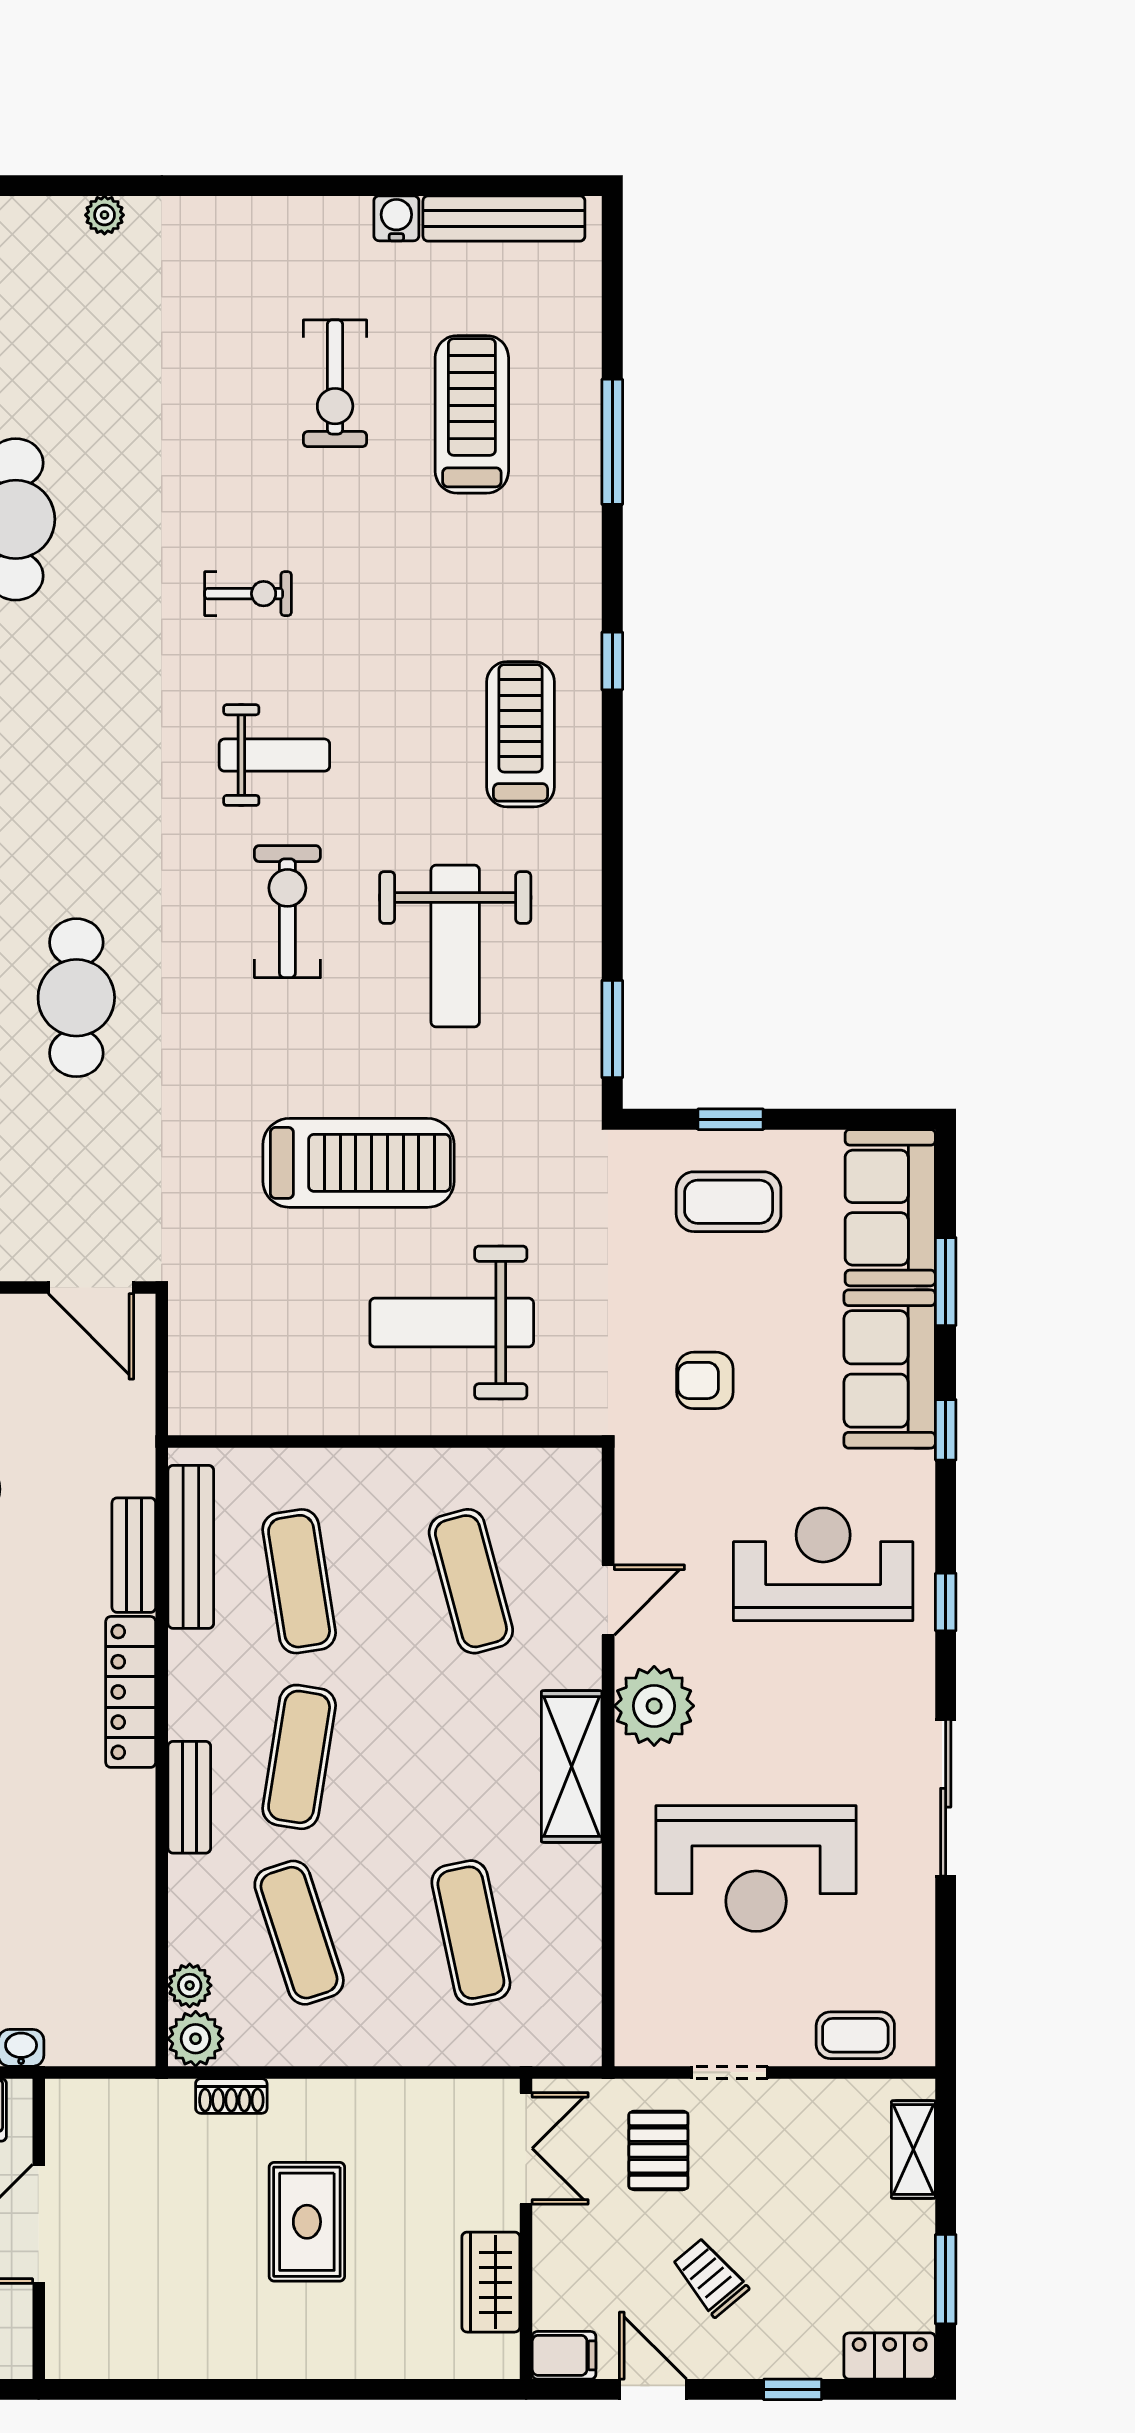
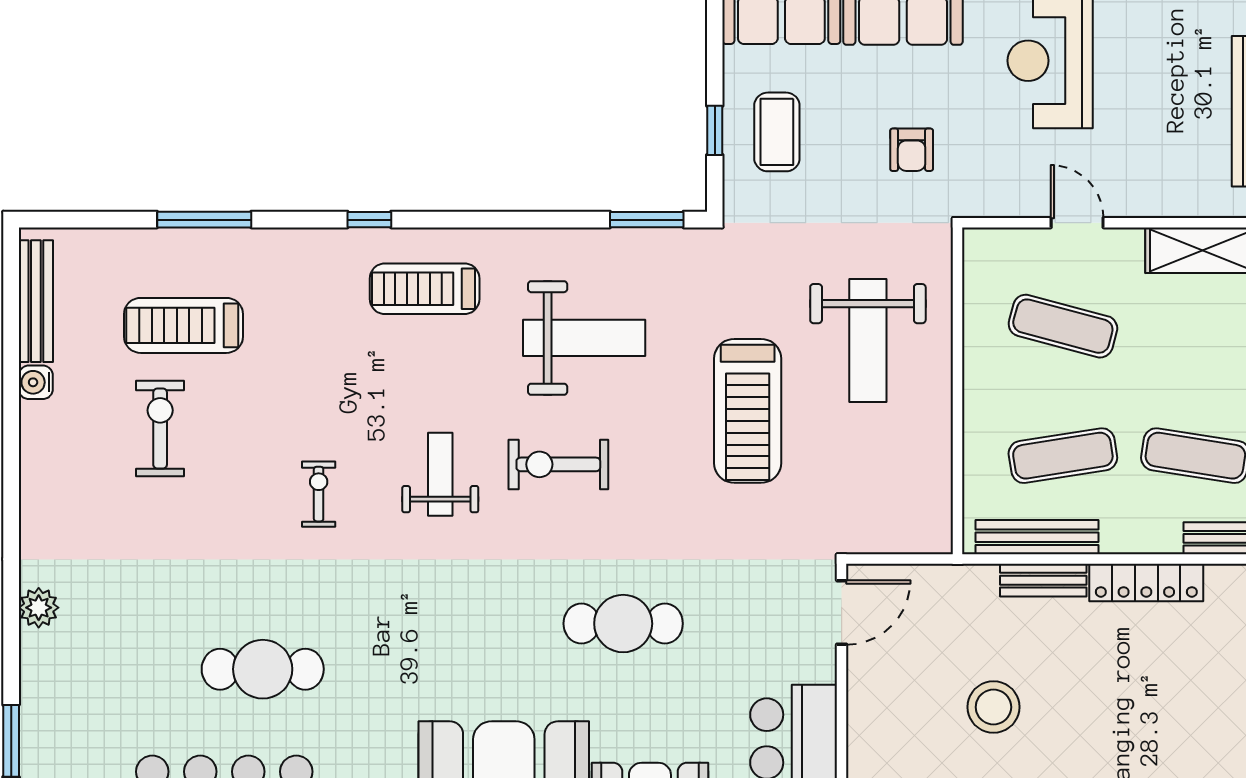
plant: (105, 215) -> (39, 608), width x1.38, depth x1.38
exercise bike: (335, 383) -> (160, 429), turned -90
treadmill: (358, 1163) -> (748, 411), turned 180
exercise mat: (471, 1581) -> (1063, 326), turned 30
plant: (654, 1706) -> (1157, 188), removed

